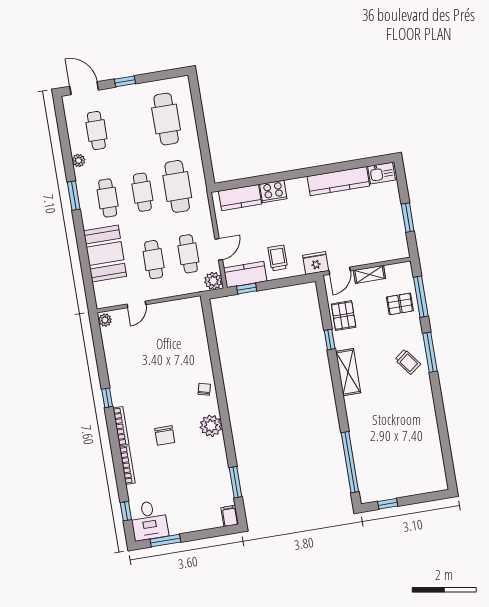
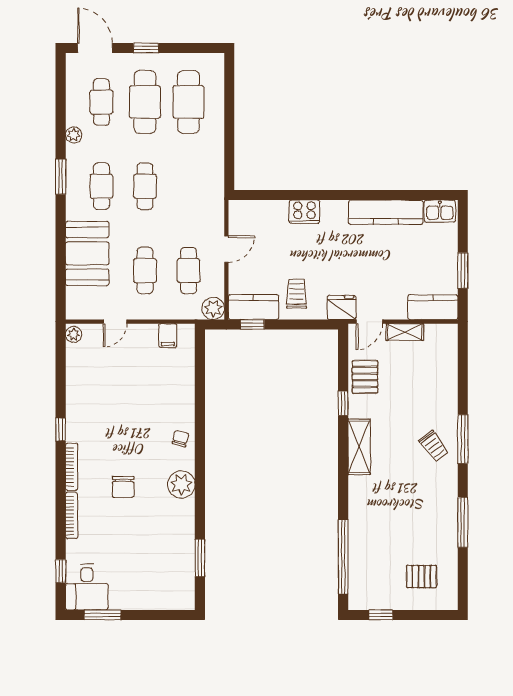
cafe table: (177, 186) -> (145, 102), moved
kitchen counter: (240, 198) -> (433, 307), moved, turned 180
door: (219, 249) -> (226, 249), moved
window: (421, 297) -> (463, 522), moved
pallet: (400, 304) -> (421, 577), moved
filing cabinet: (230, 516) -> (168, 336), moved, turned 180

